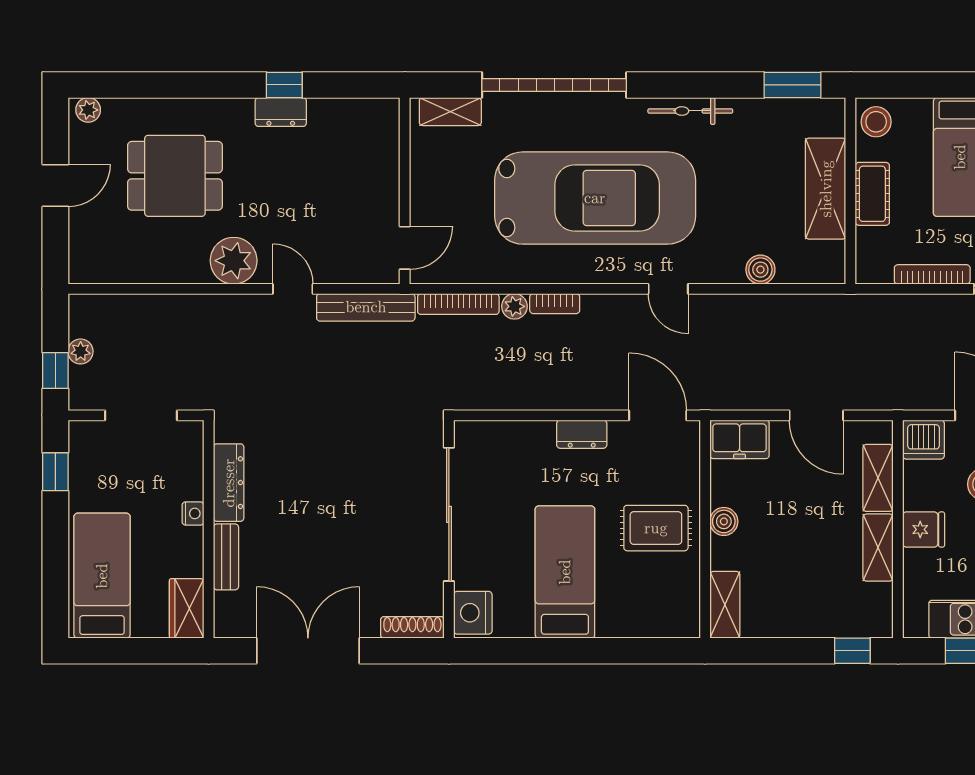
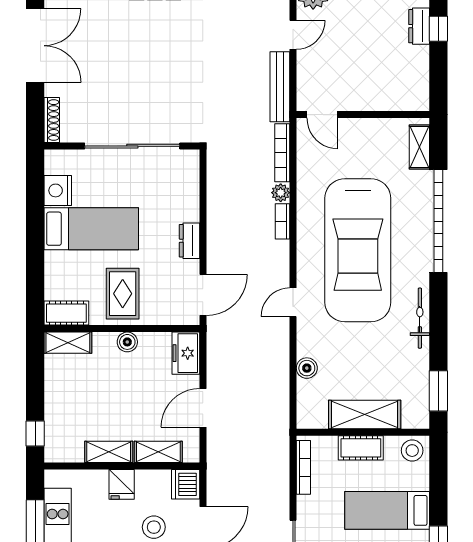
bookcase: (932, 274) -> (303, 467), moved
cot: (683, 607) -> (66, 313), added
nightstand: (473, 613) -> (58, 190), moved, turned -90

